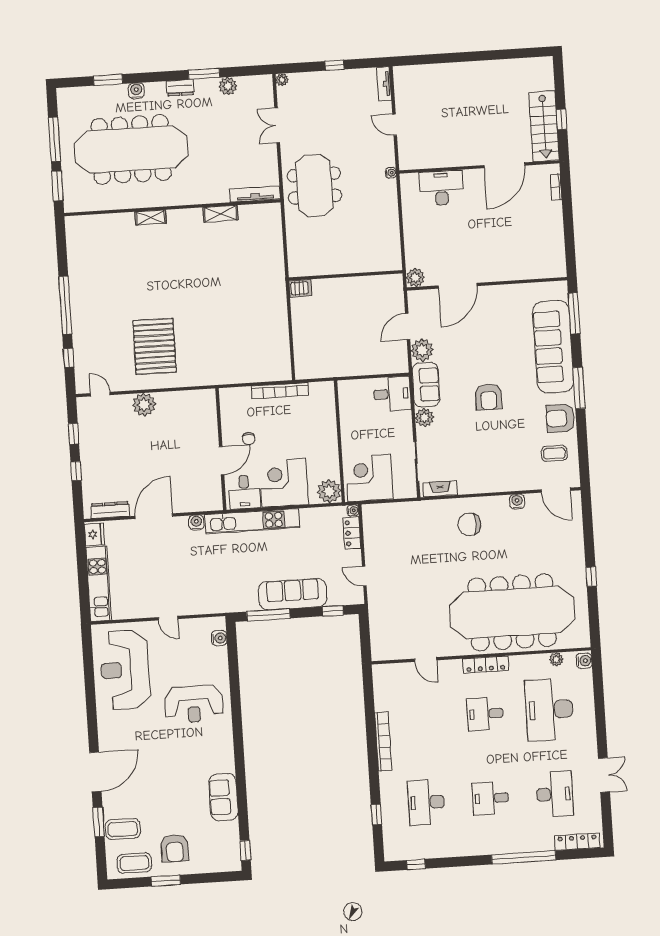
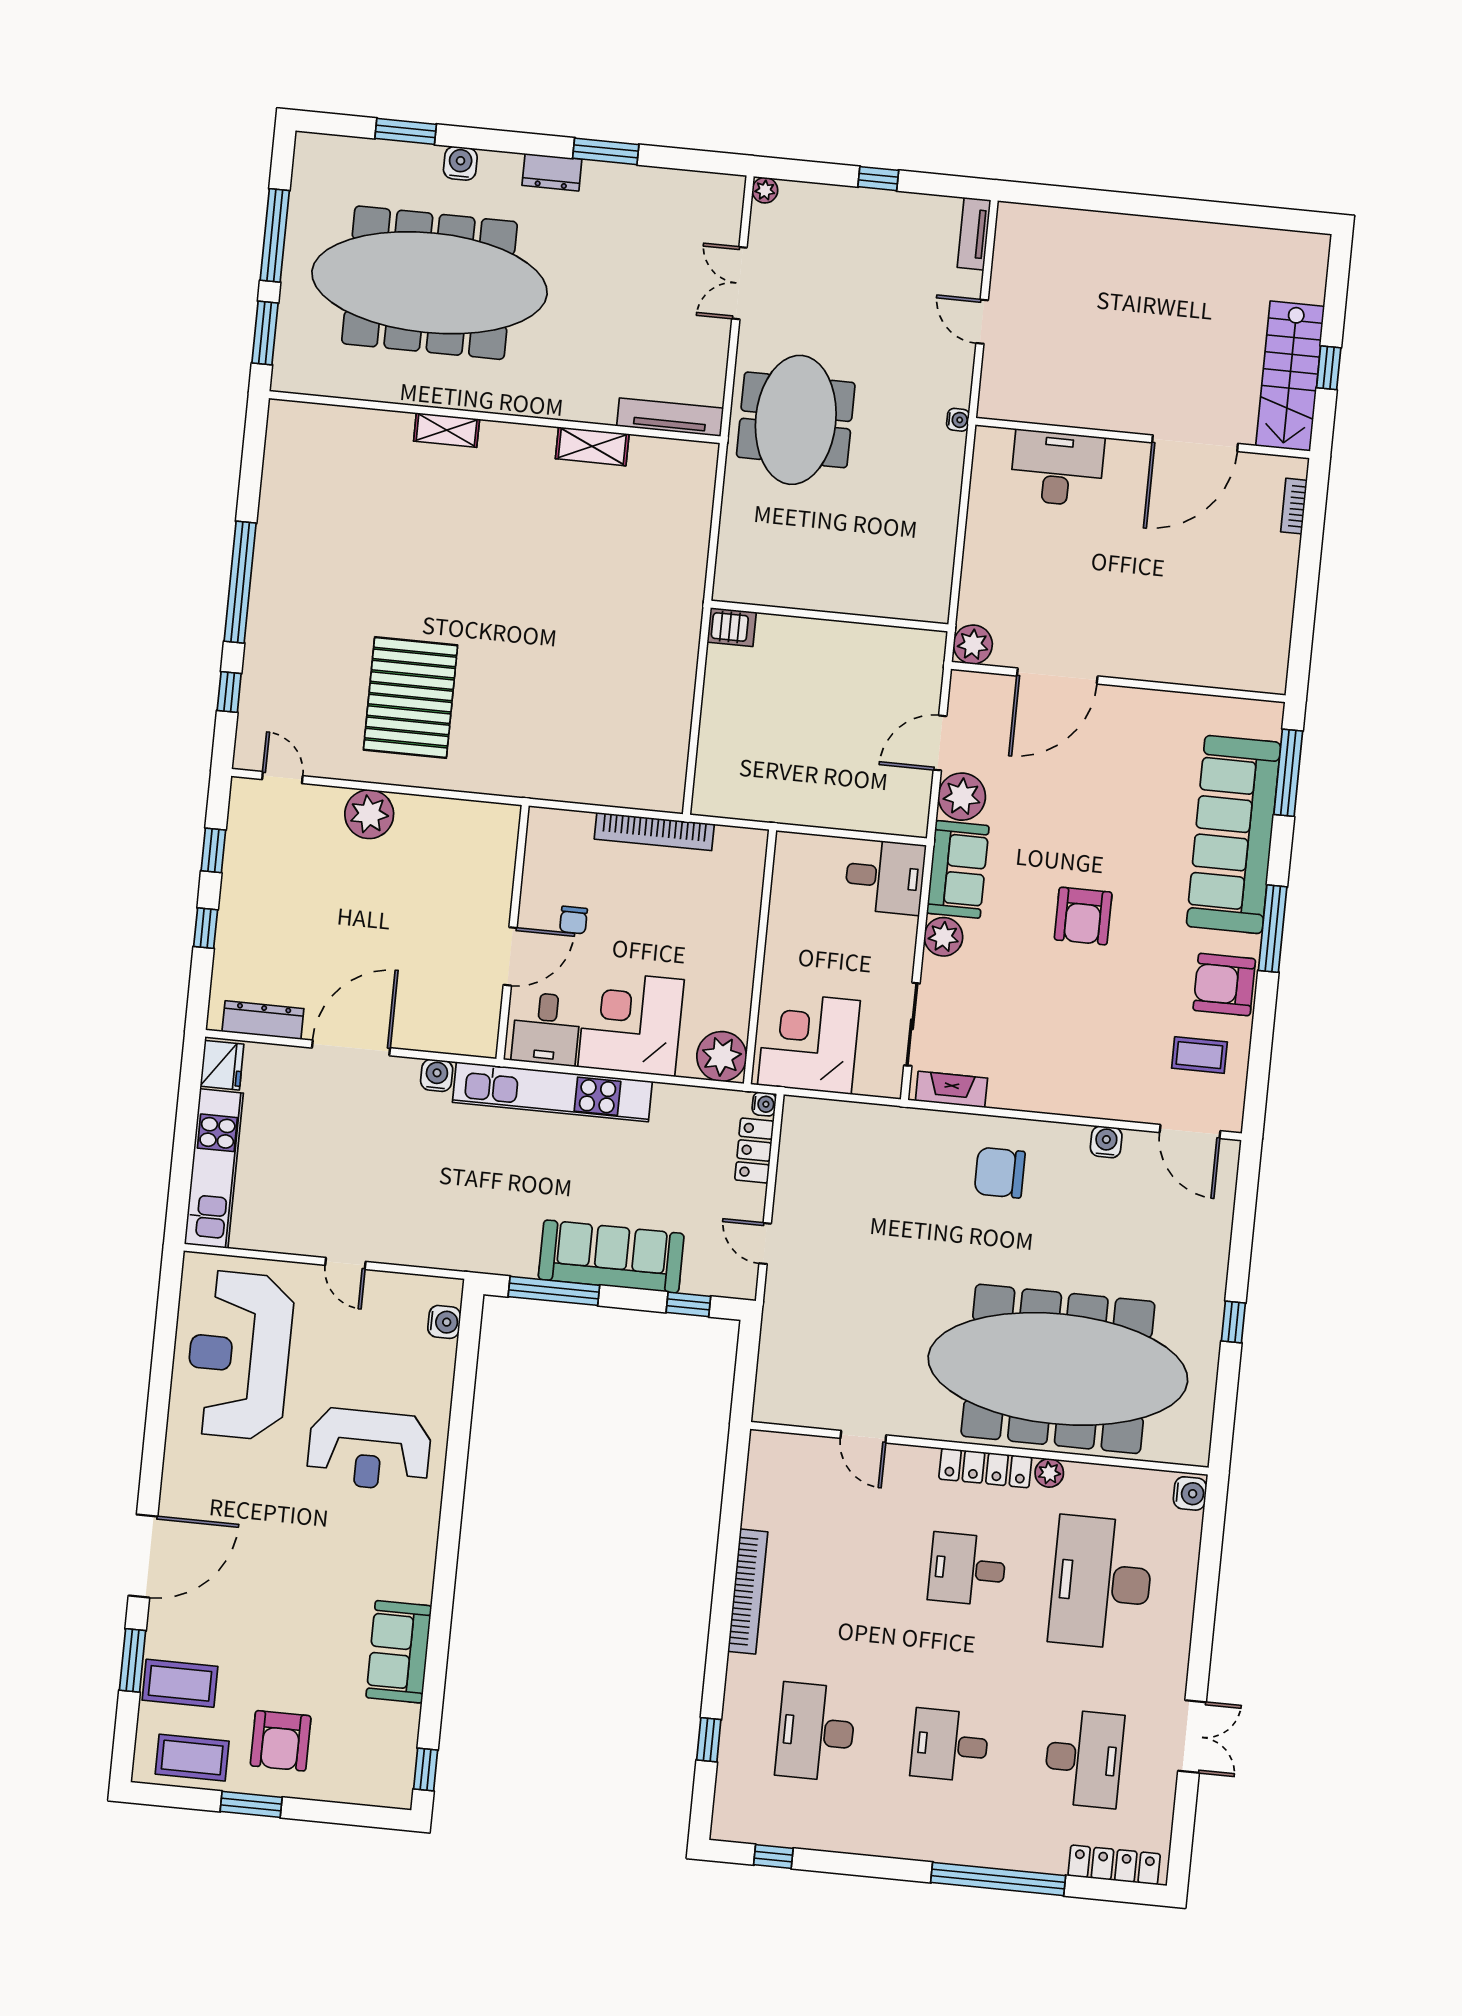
plant: (228, 86) -> (651, 185), removed
plant: (556, 659) -> (1049, 1473), moved

